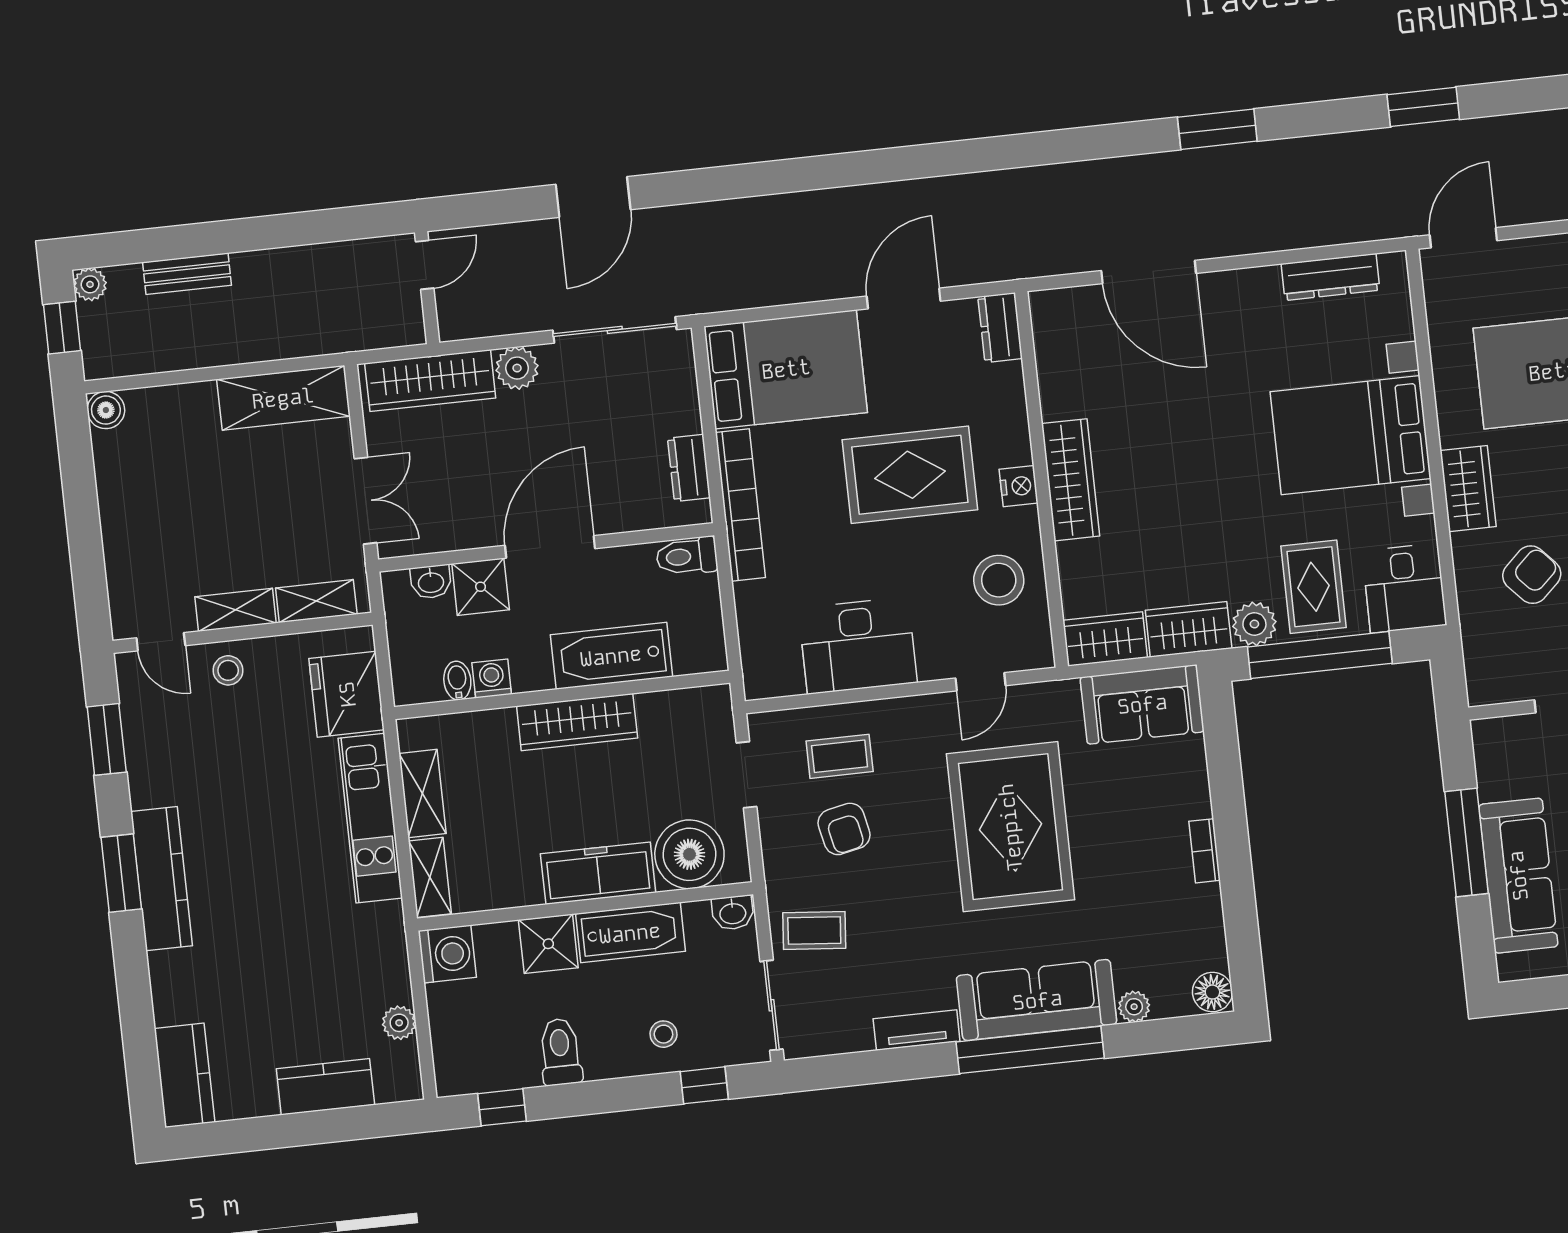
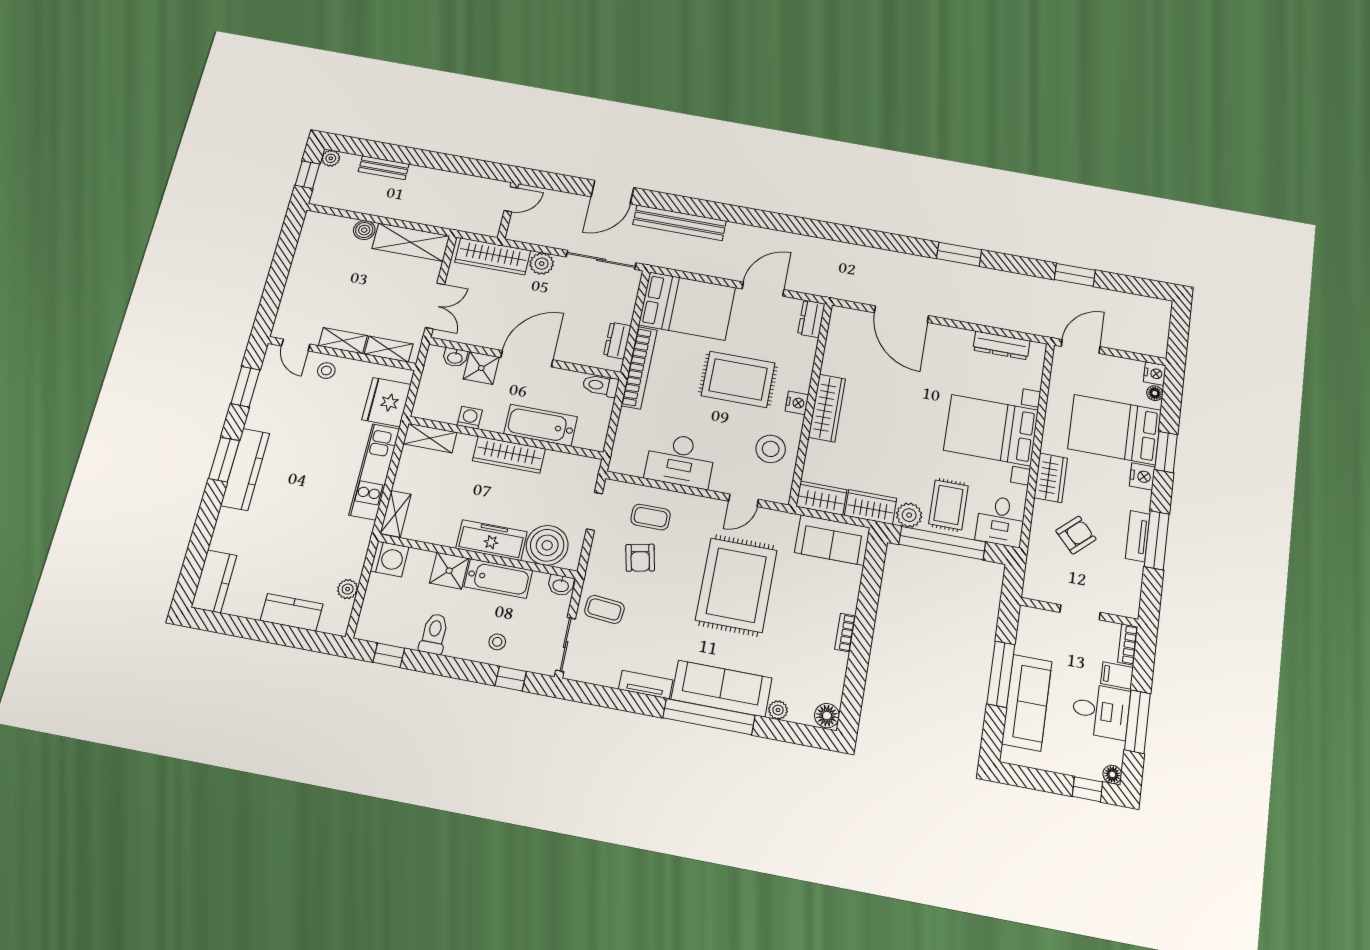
bench: (726, 219) -> (679, 223), added
boiler: (106, 410) -> (364, 230), moved
bidet: (457, 681) -> (450, 413), removed
shelving: (423, 793) -> (430, 438), moved, turned 90

